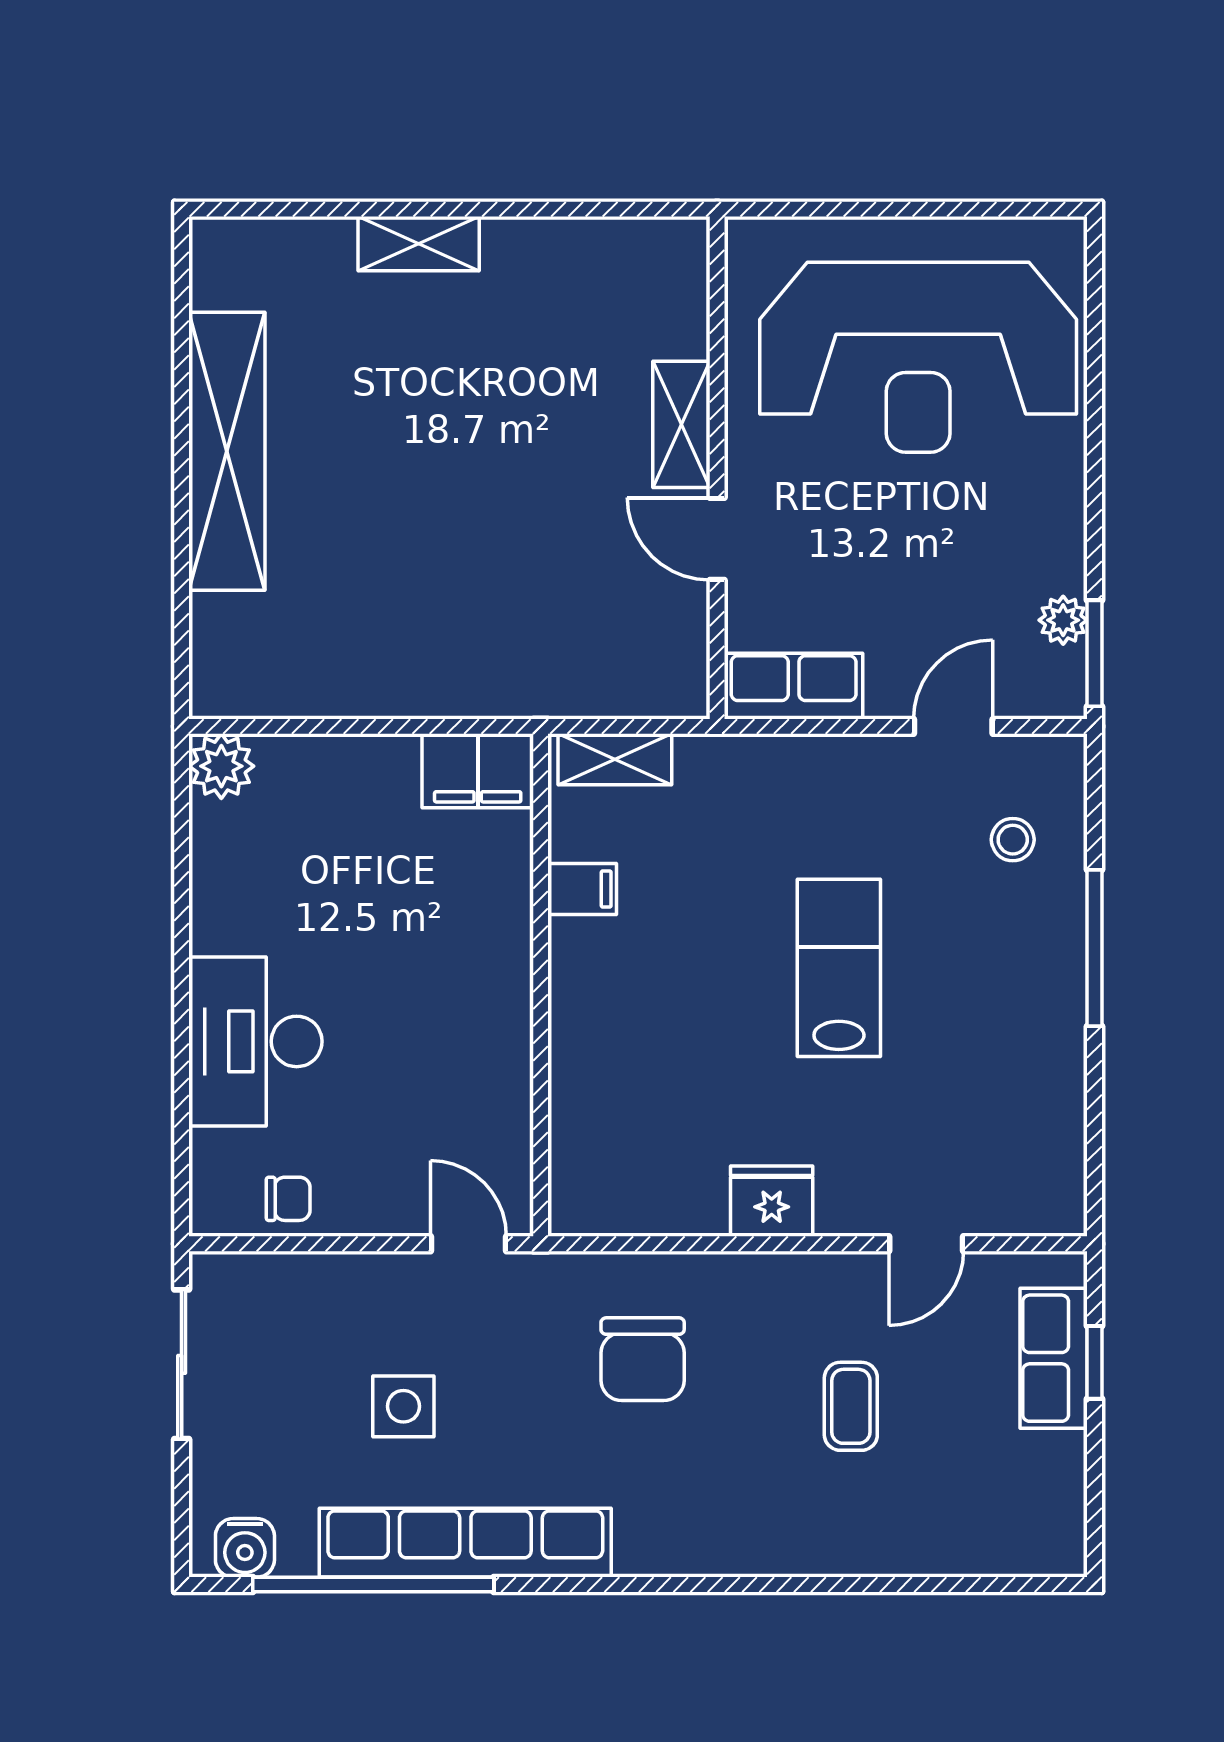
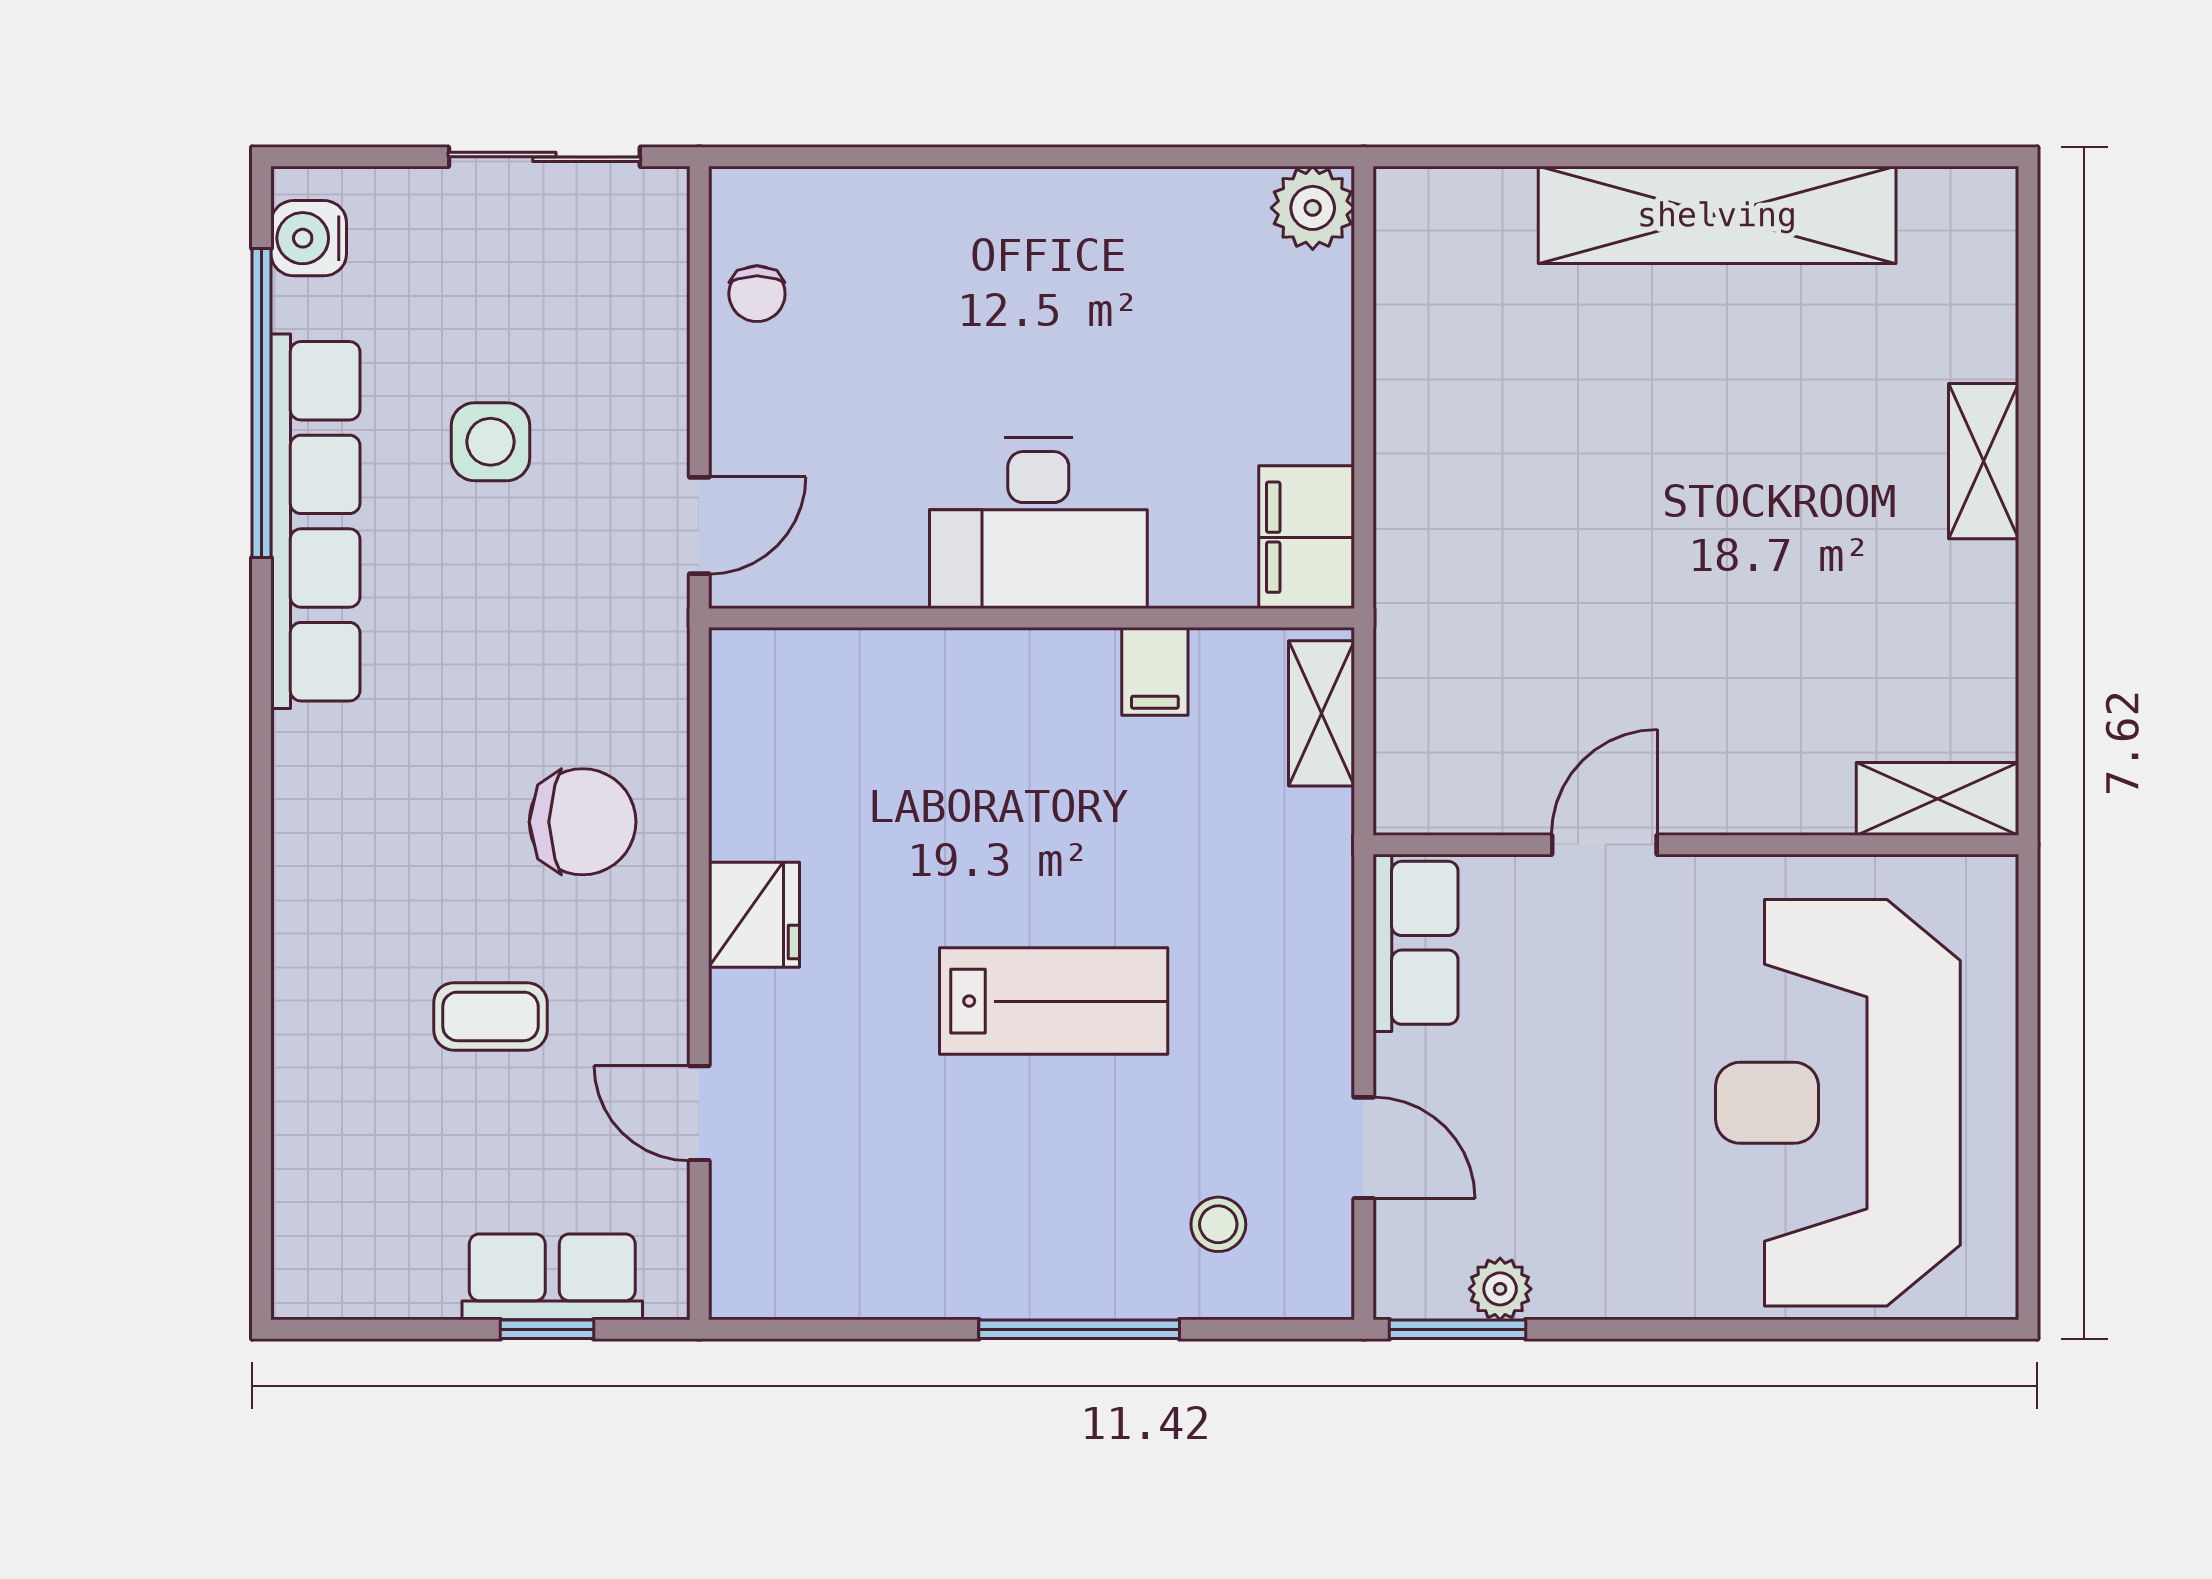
shelving: (681, 424) -> (1937, 799), moved
desk: (255, 1041) -> (1038, 523), moved, turned 180
chair: (643, 1359) -> (583, 822), moved, turned 180

